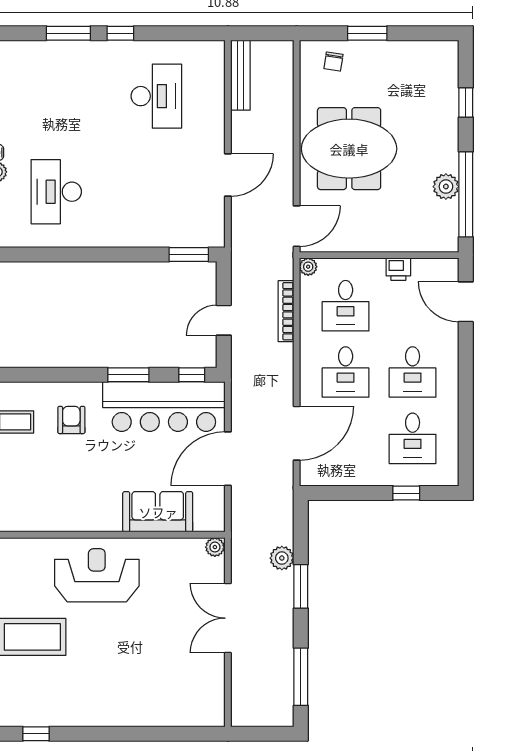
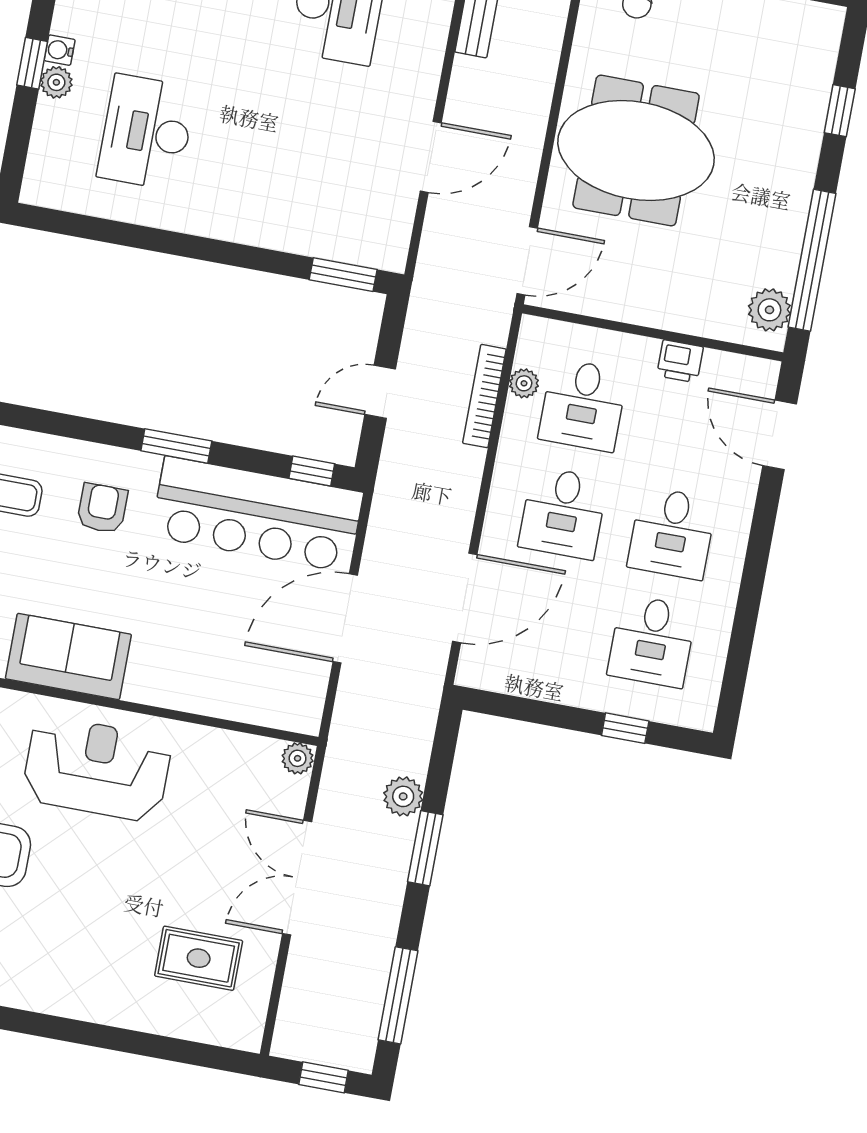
plant: (446, 187) -> (769, 310), moved
plant: (308, 267) -> (524, 383), moved
window: (128, 375) -> (176, 446), moved
sofa: (158, 512) -> (68, 656), moved
rug: (178, 677) -> (199, 958), added
window: (265, 734) -> (324, 1077), added

